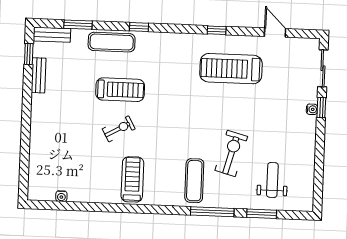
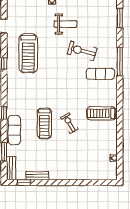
treadmill: (120, 90) -> (44, 123), turned 180
weight bench: (272, 180) -> (65, 24), moved, turned 180
window: (262, 214) -> (120, 18), moved

